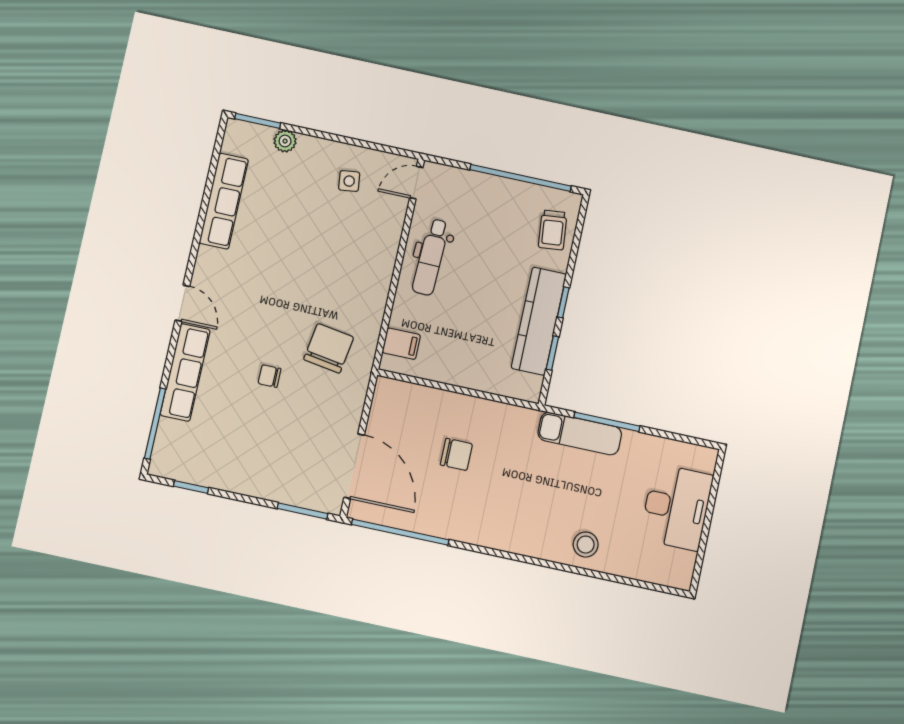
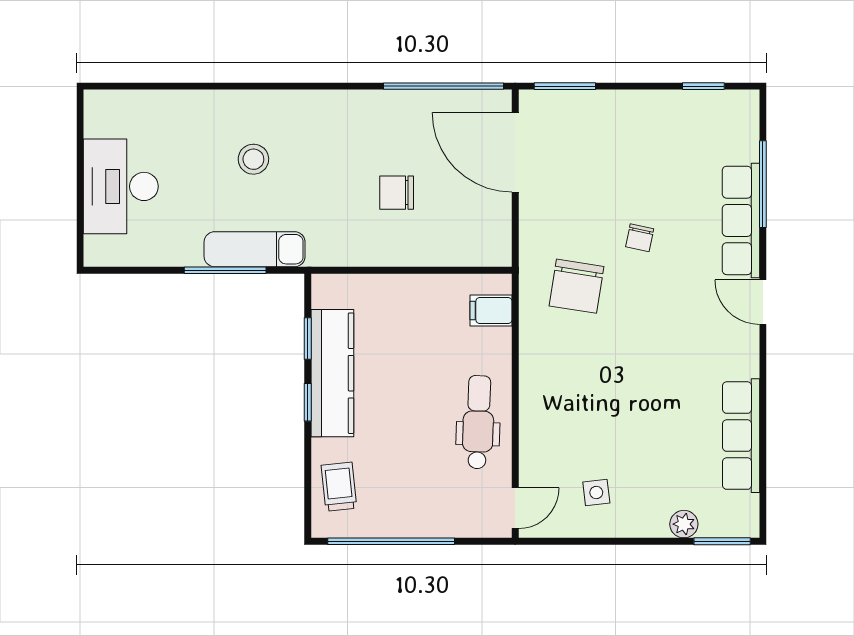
chair: (270, 376) -> (640, 238), turned 102
window: (155, 423) -> (763, 184), moved
stool: (586, 545) -> (253, 159), moved

